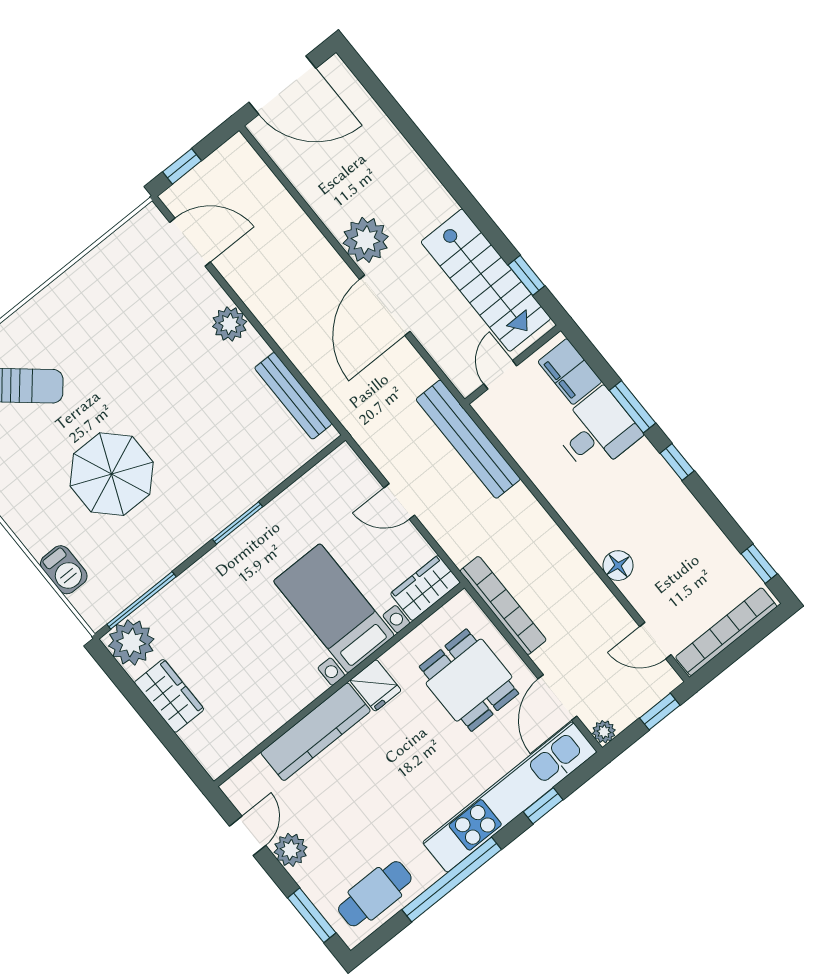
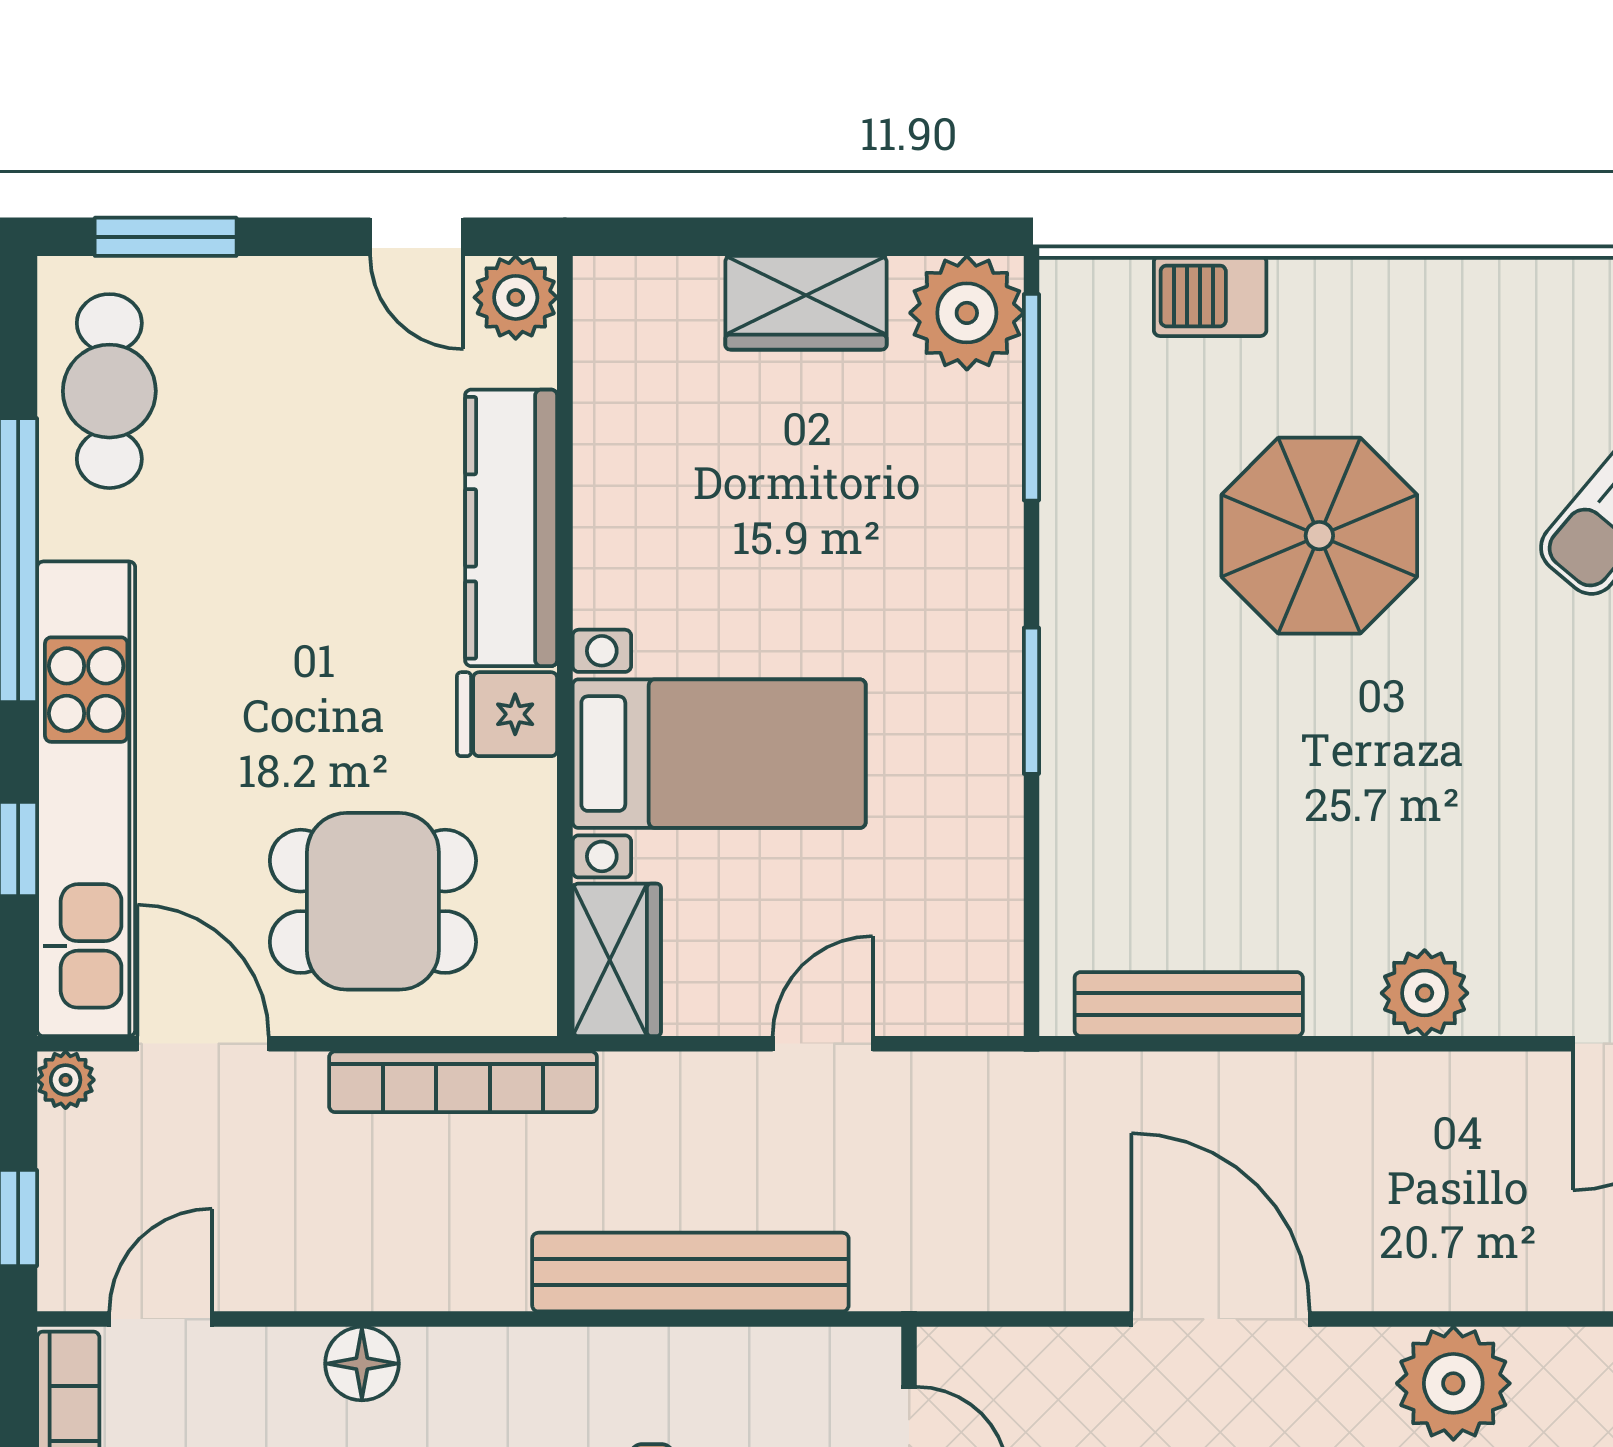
plant: (366, 240) -> (1453, 1383), moved
bench: (468, 439) -> (690, 1272), moved
plant: (291, 850) -> (516, 297), moved

